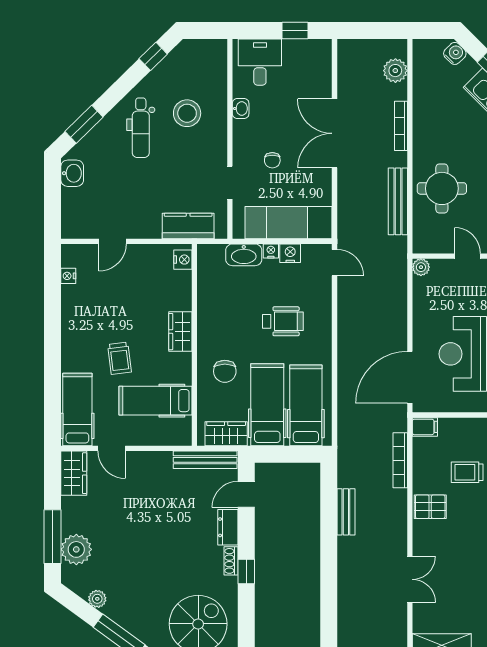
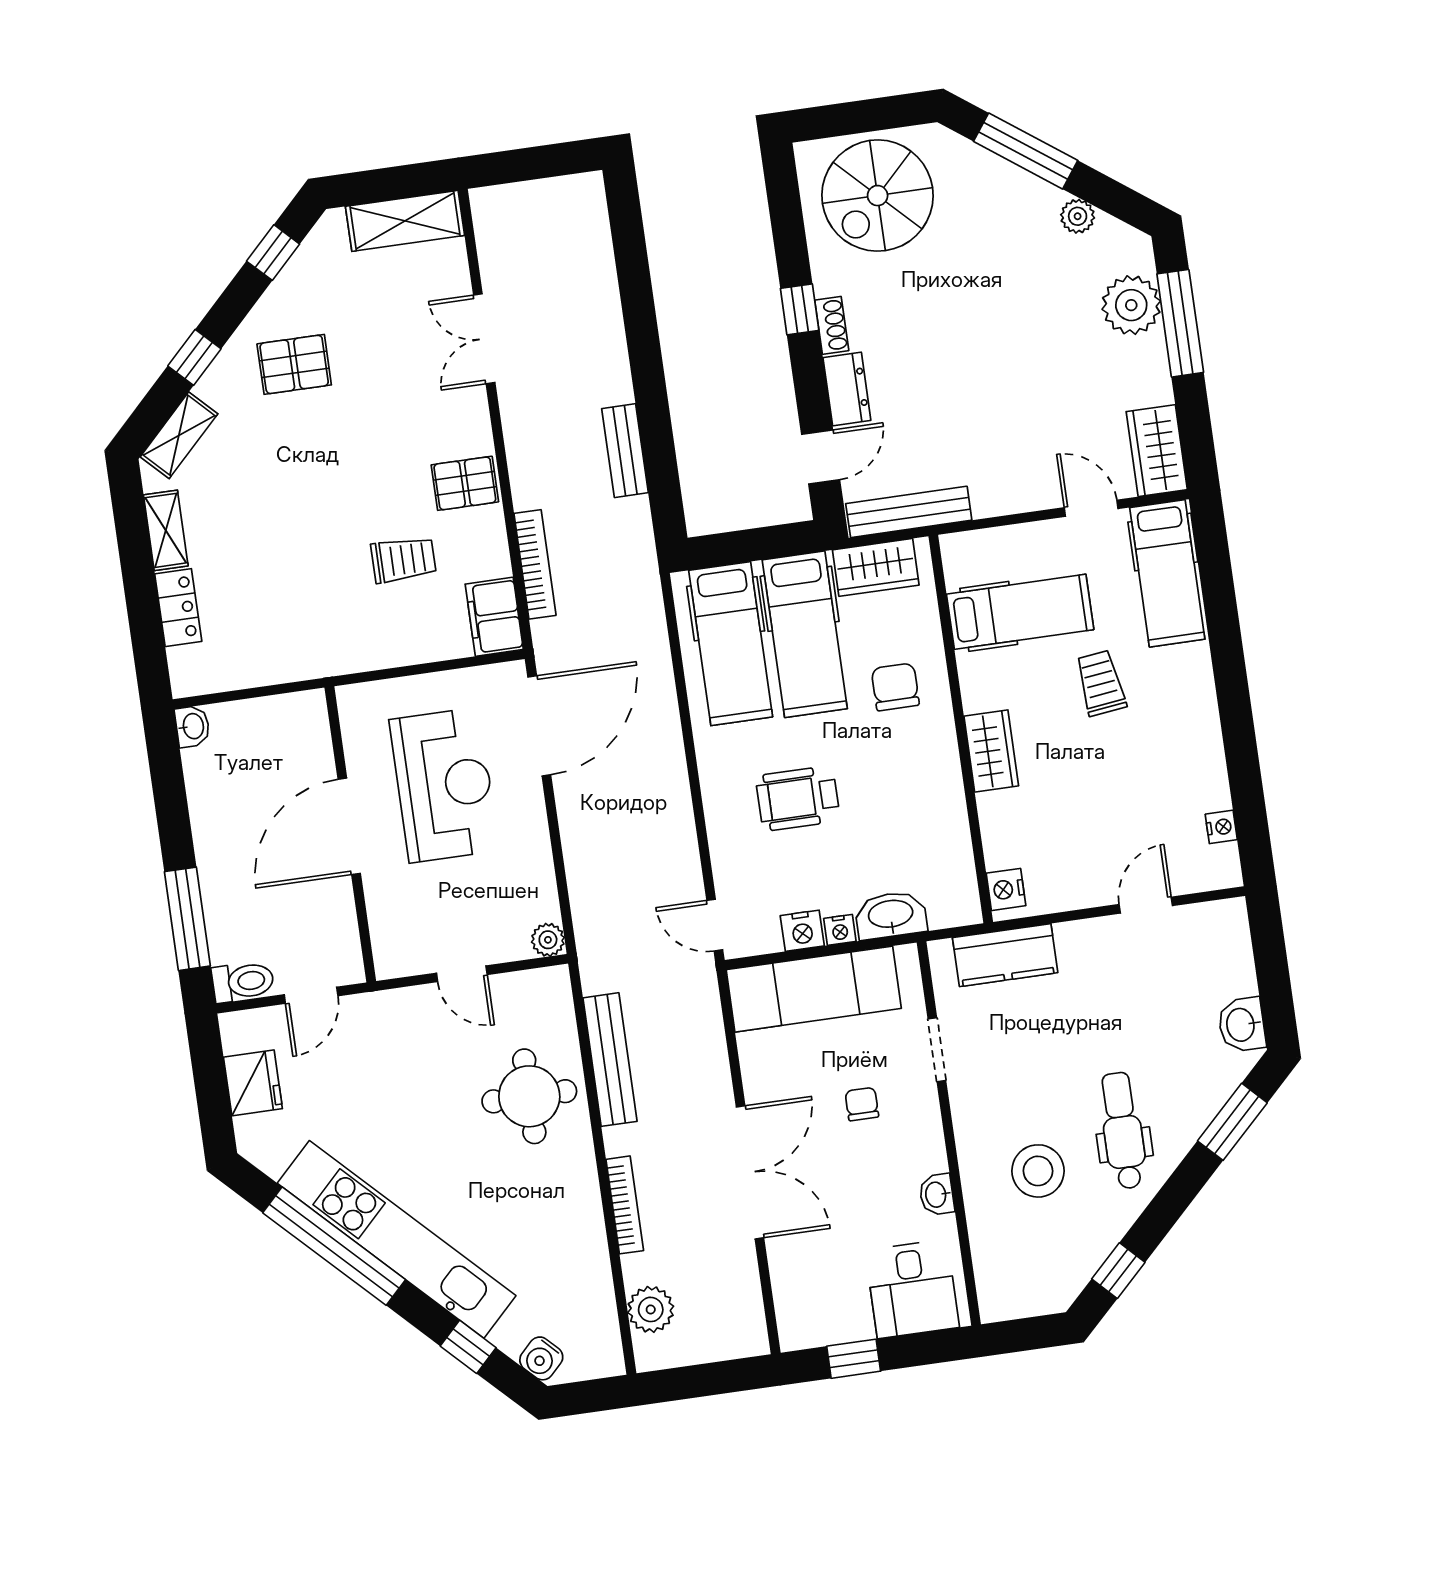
filing cabinet: (425, 427) -> (494, 617), width x2.00

